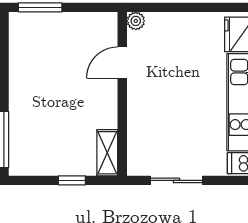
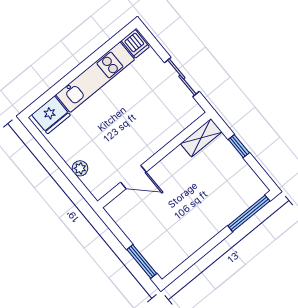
plant: (136, 21) -> (80, 168), moved

